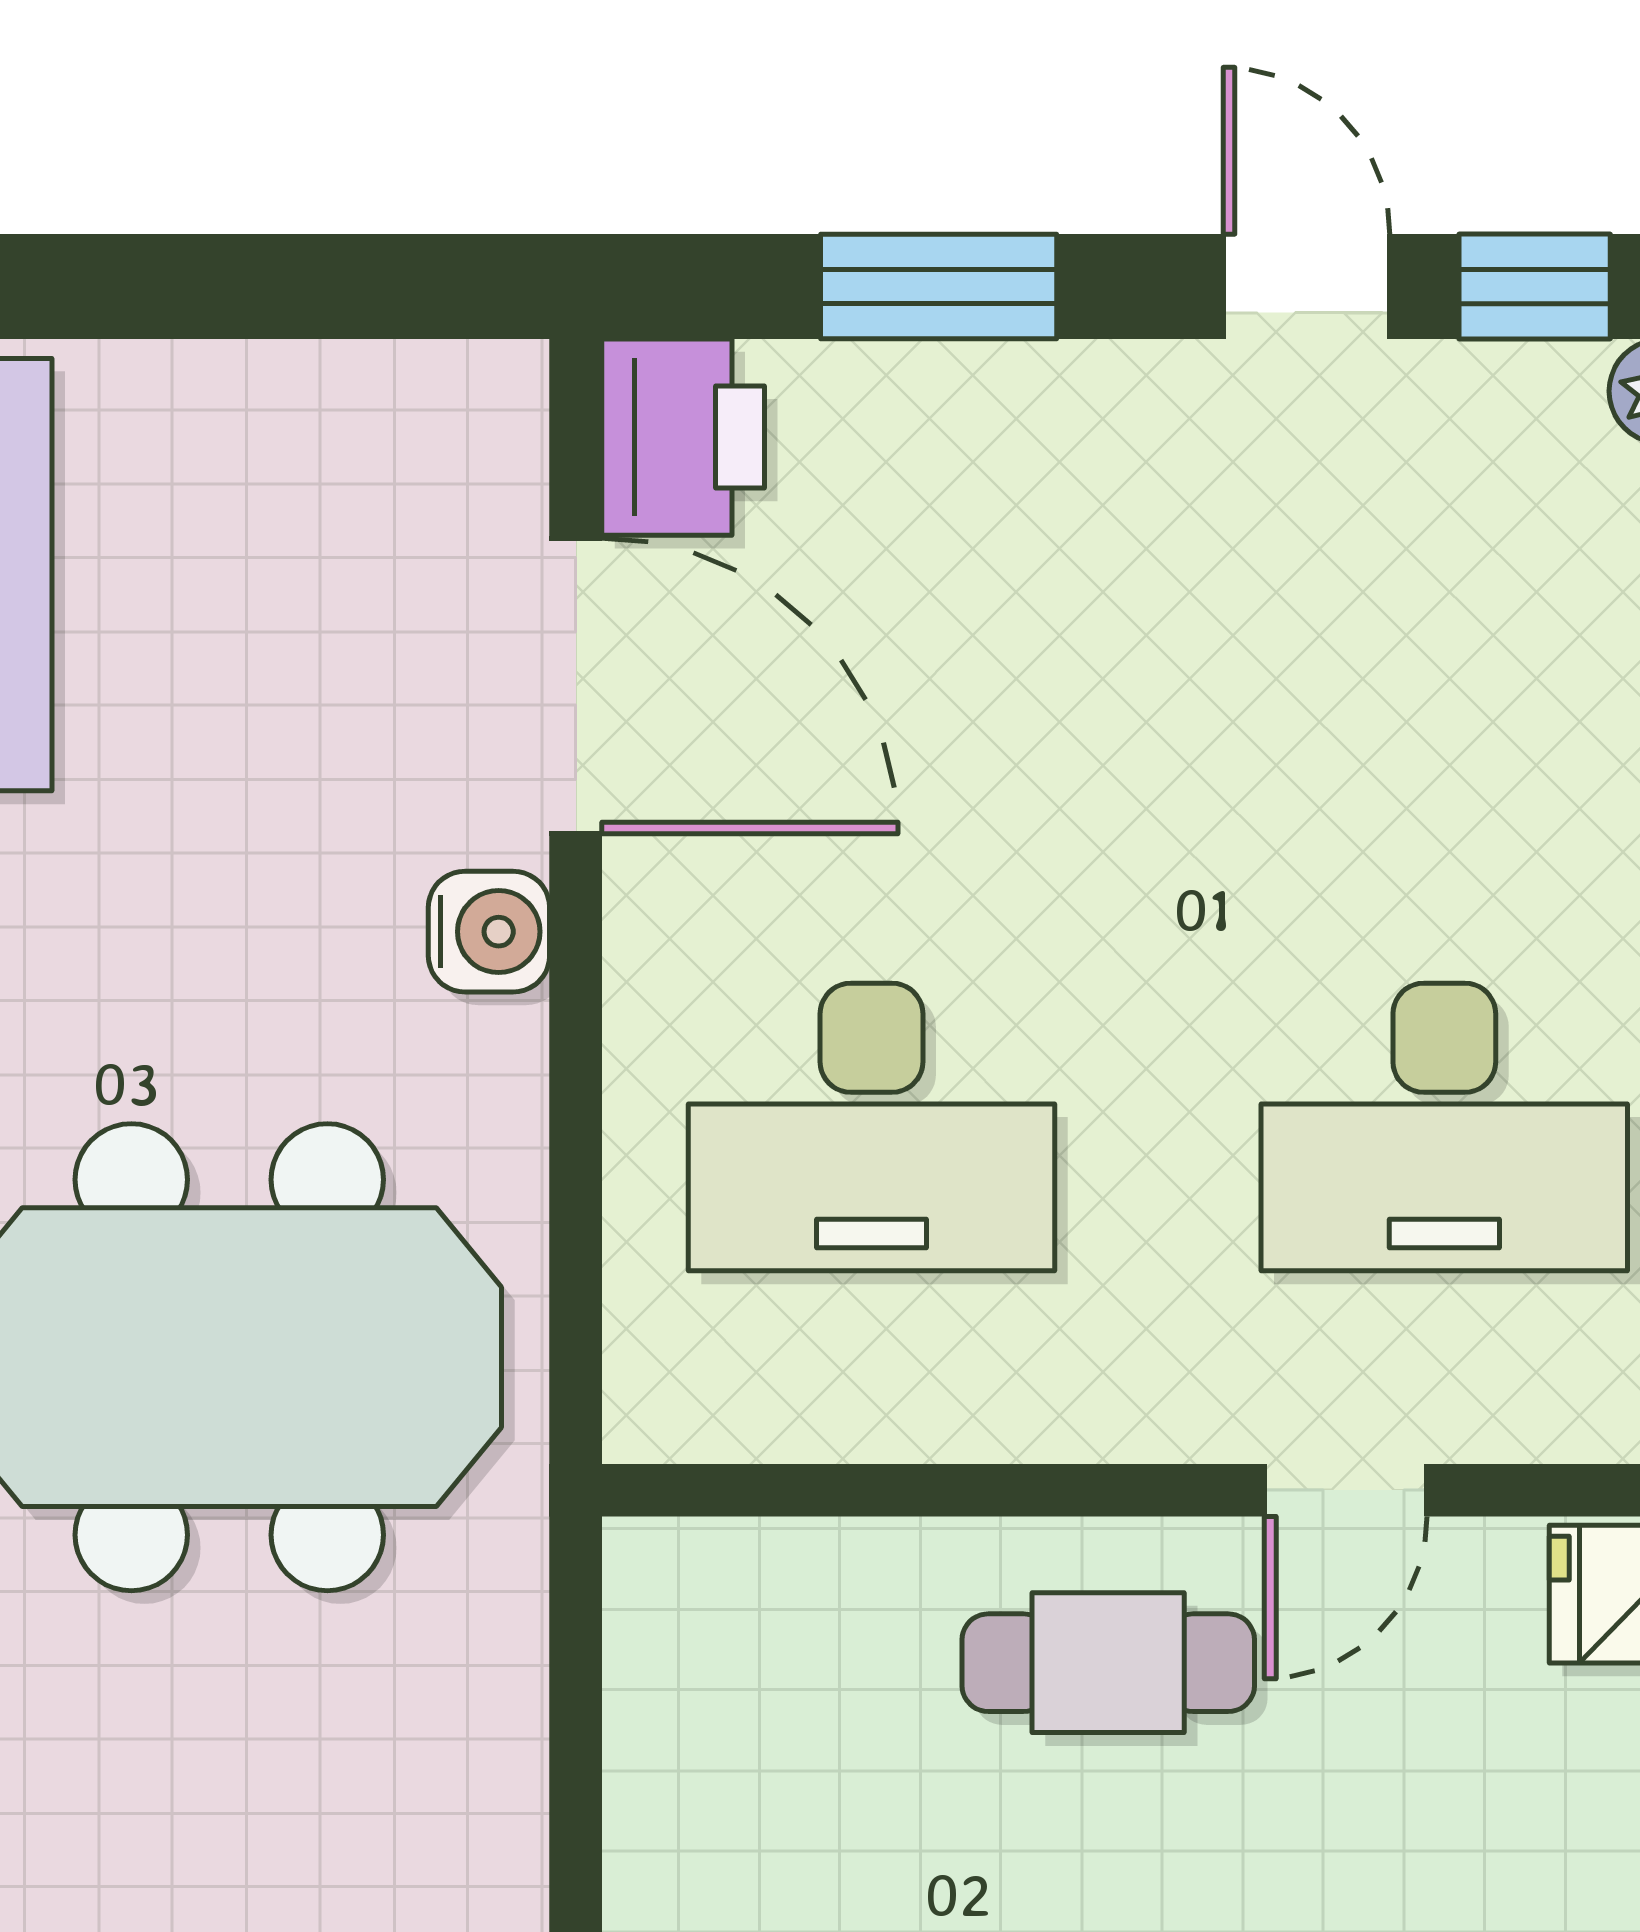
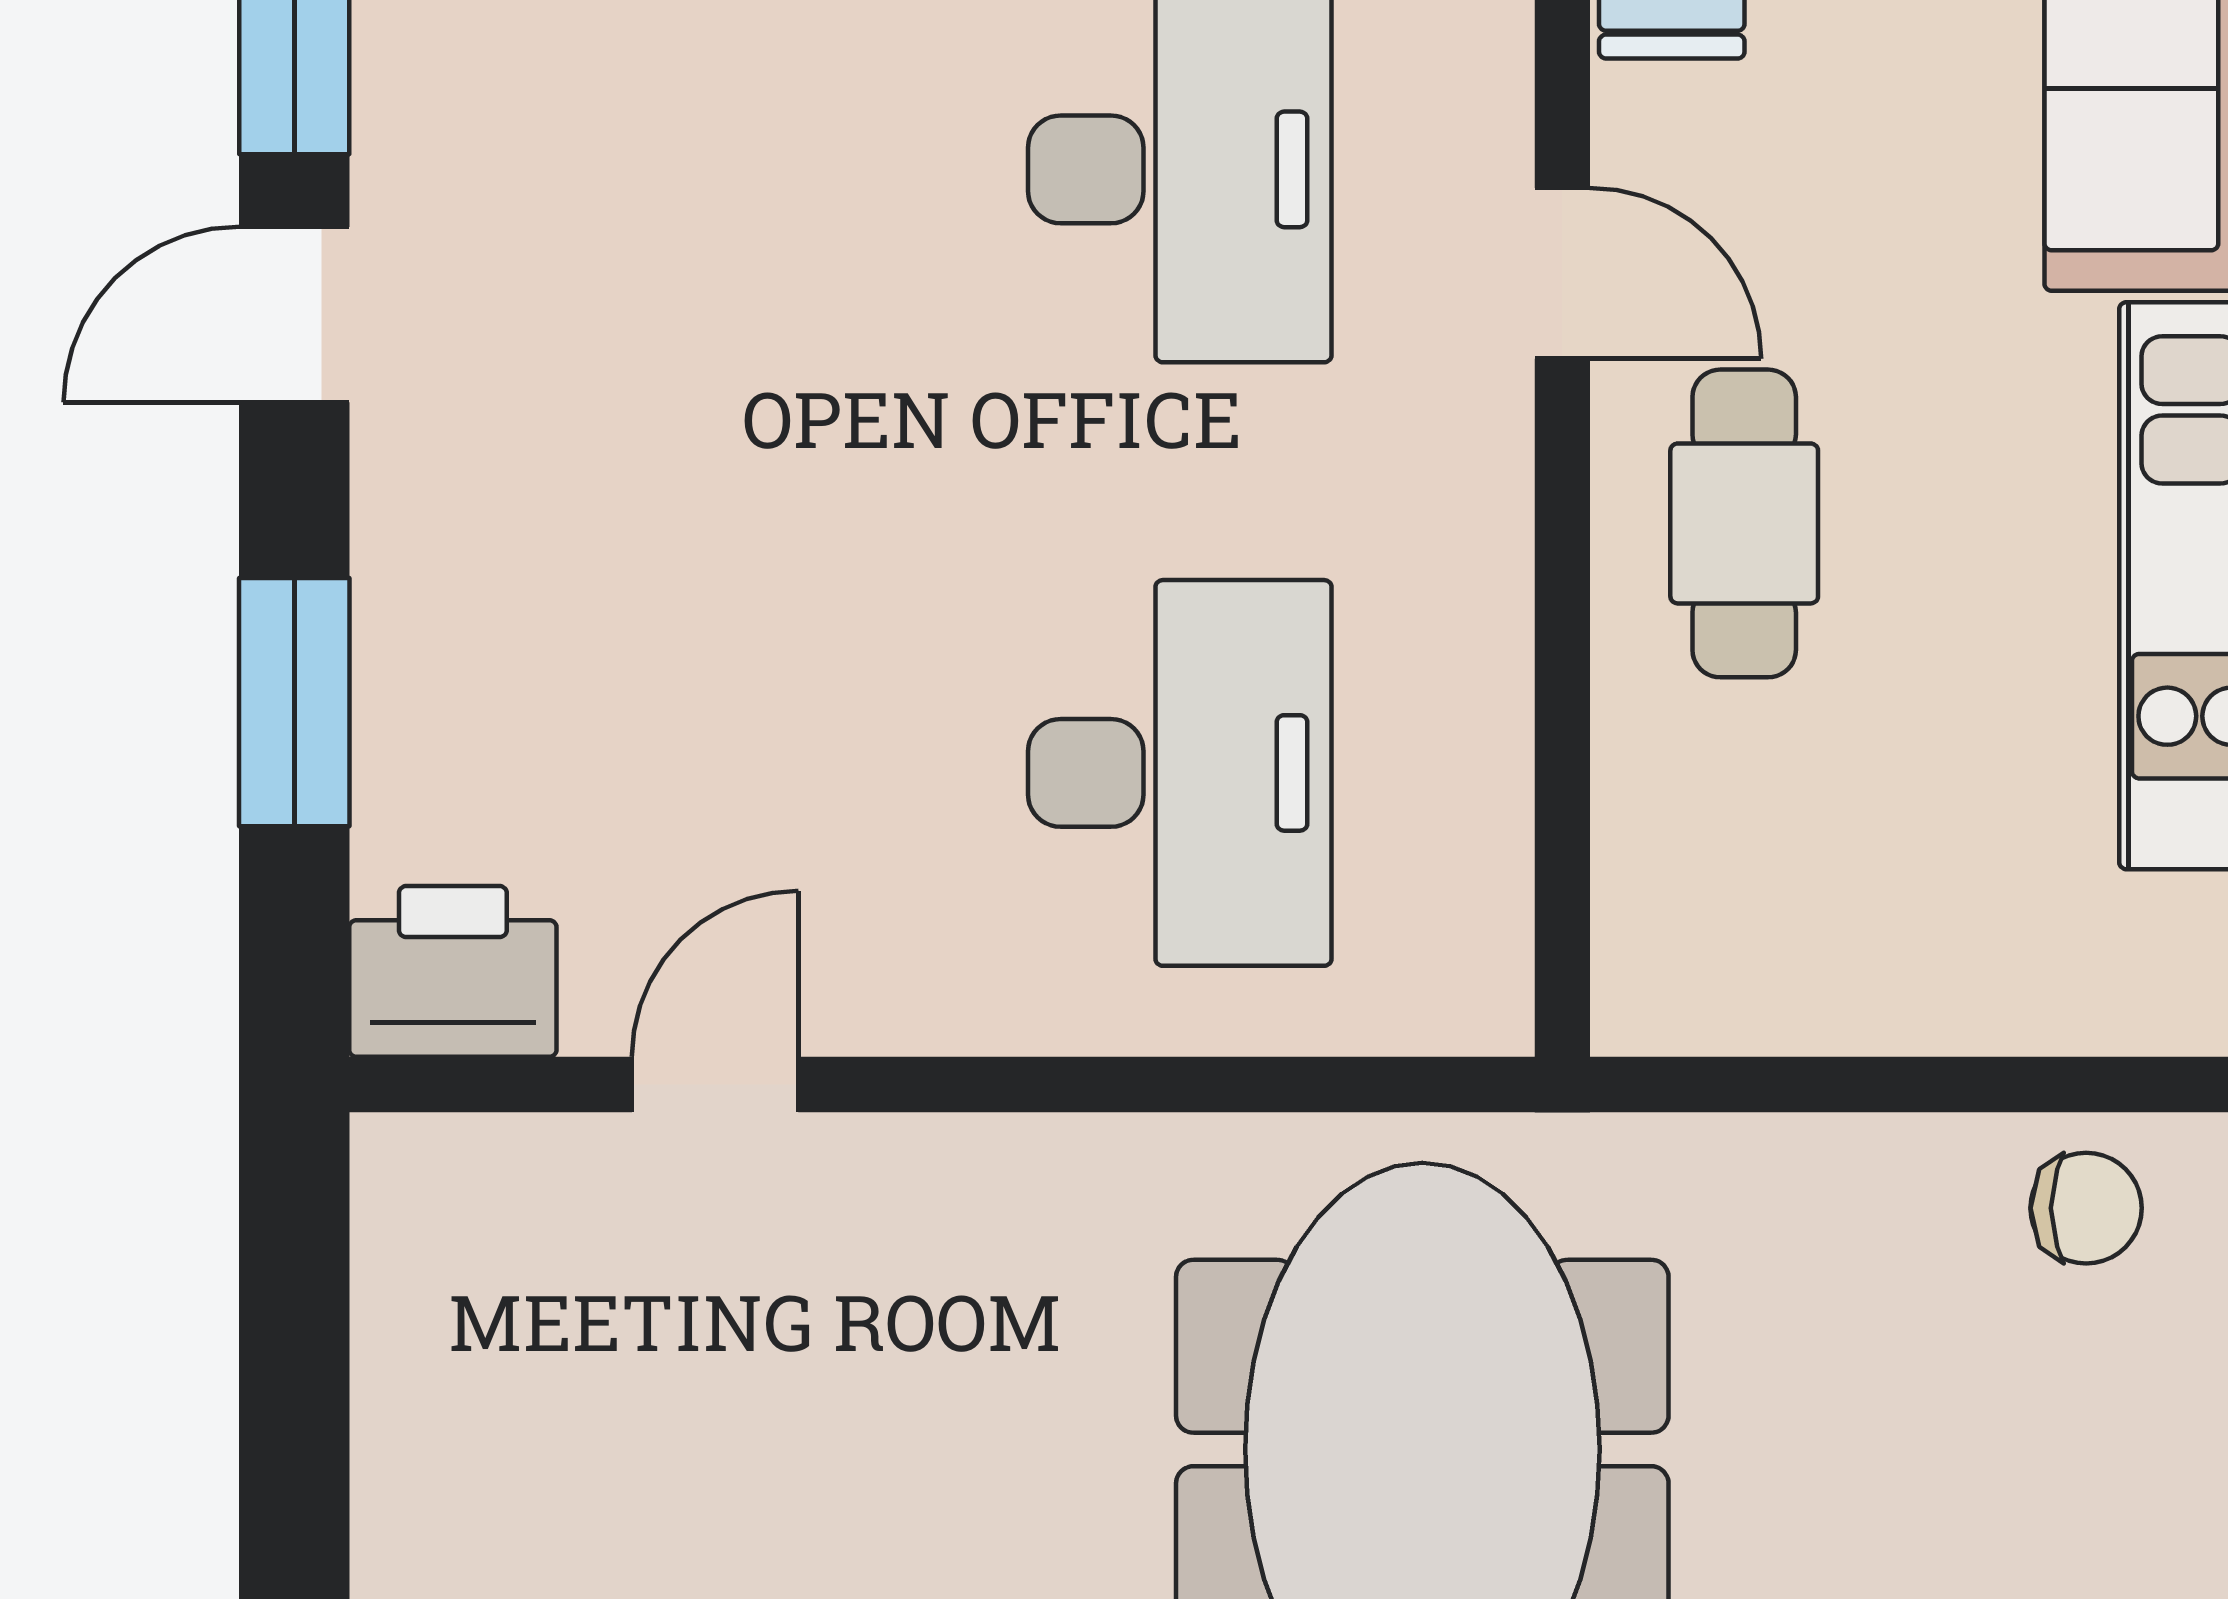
door: (576, 686) -> (715, 1085), width x0.53
water cooler: (489, 932) -> (974, 1176), removed

